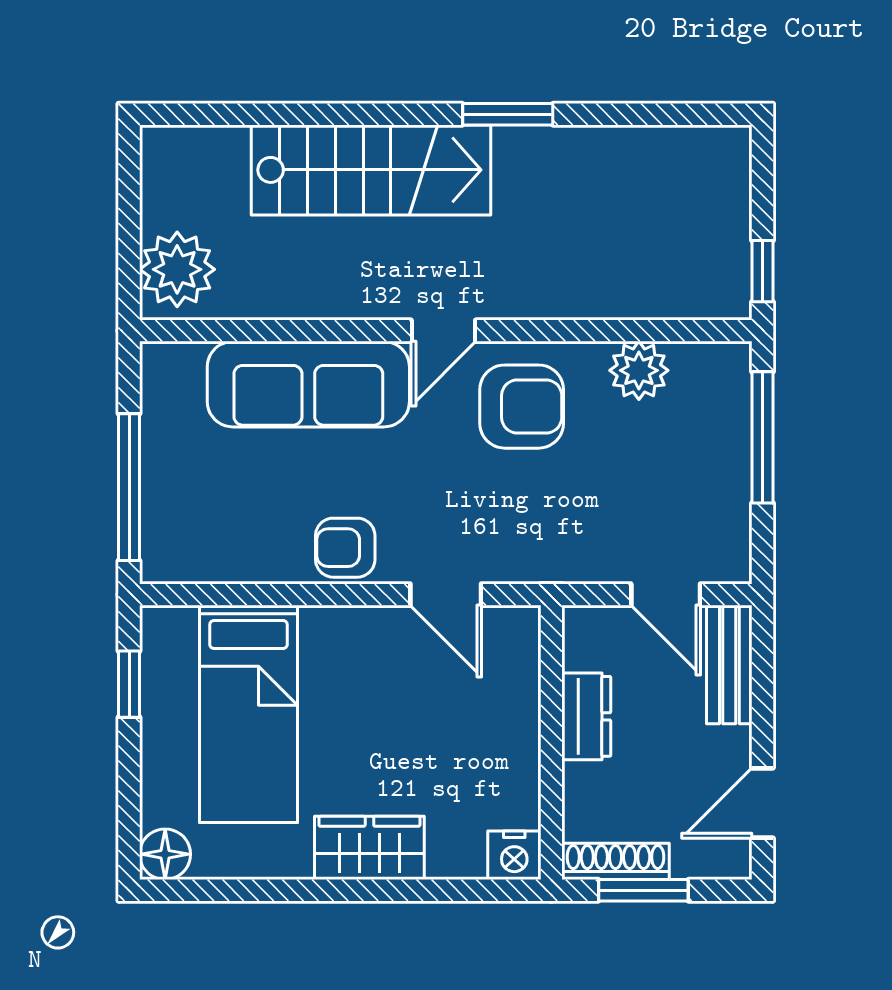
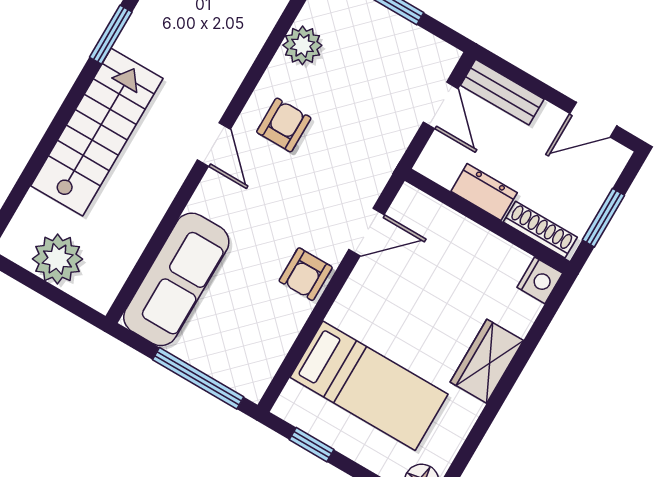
plant: (177, 269) -> (58, 259), moved
sofa: (308, 384) -> (176, 279), moved
armchair: (522, 407) -> (284, 125), width x0.72, depth x0.72
door: (666, 595) -> (441, 105), hinge flipped
door: (762, 803) -> (593, 120), hinge flipped
shoe rack: (615, 861) -> (540, 230), moved, turned 90

